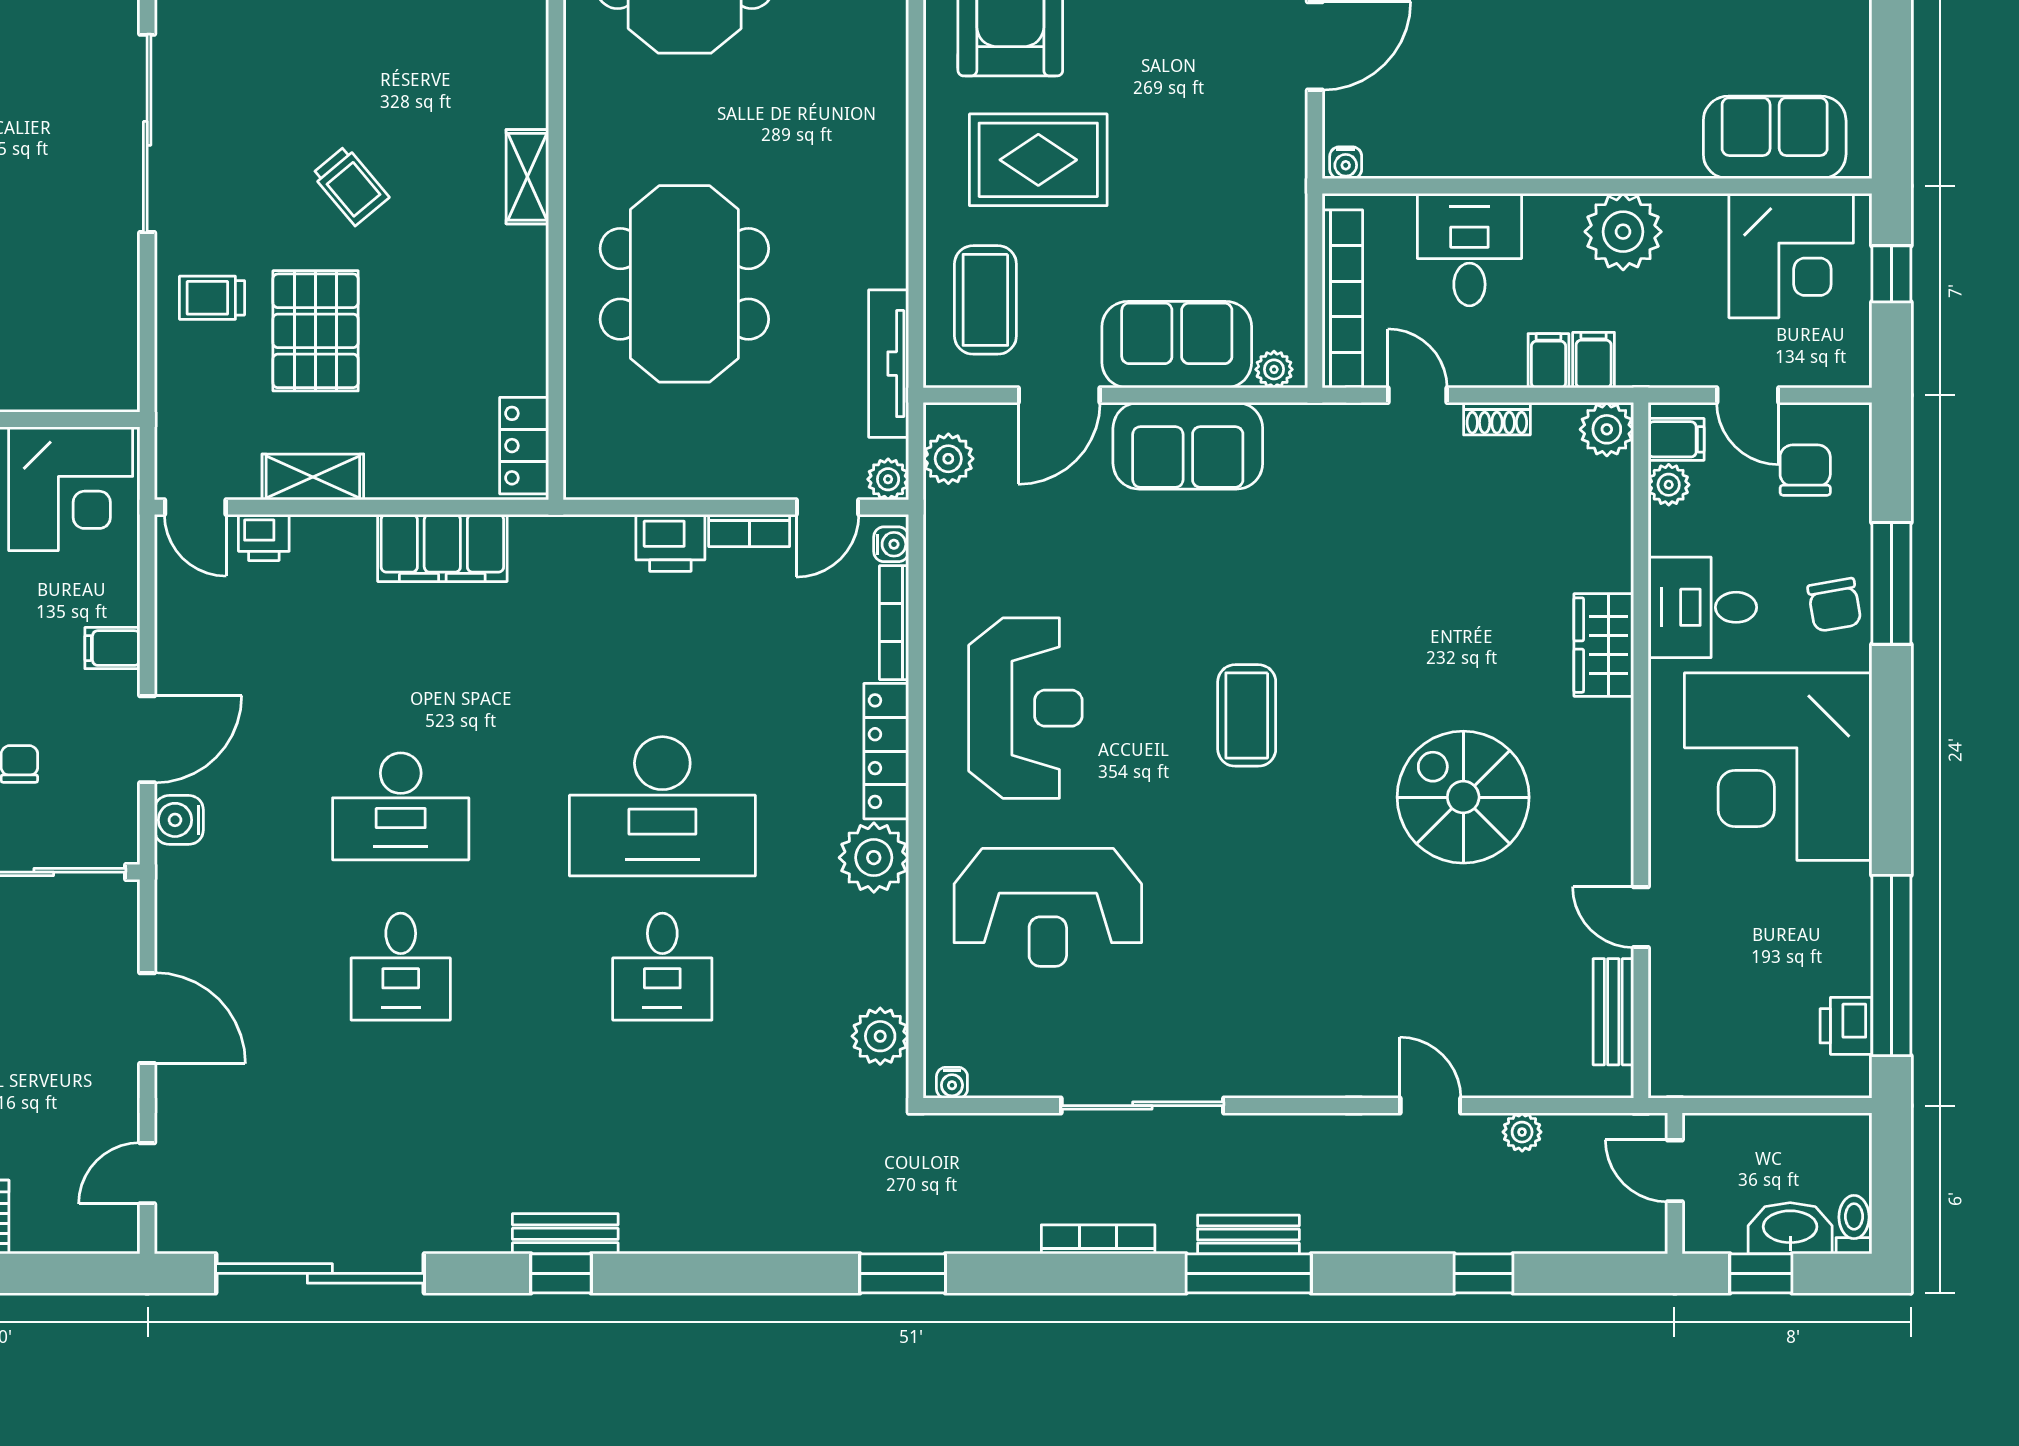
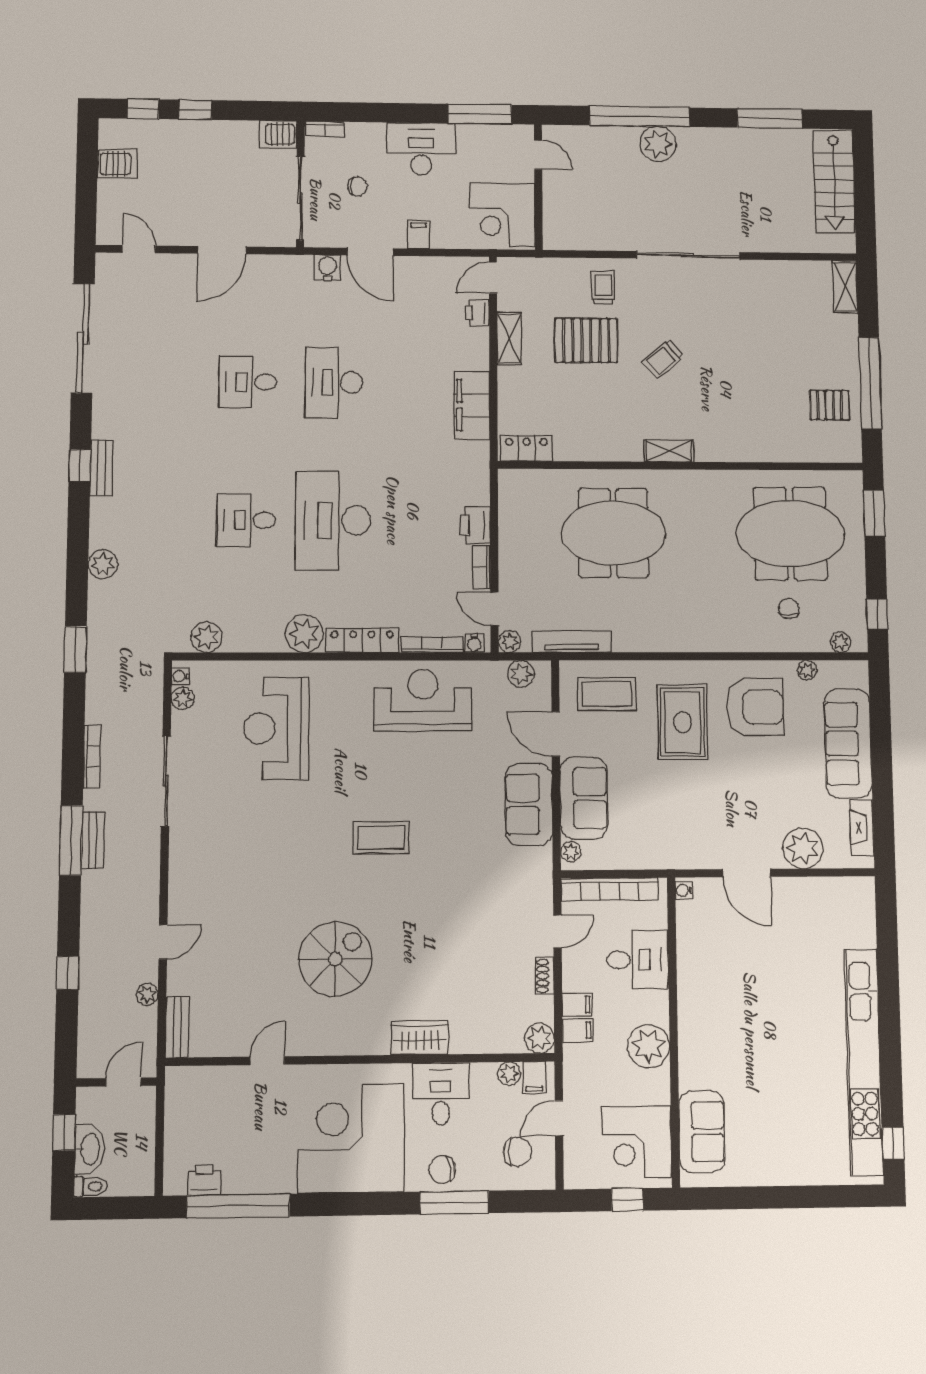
reception desk: (1025, 708) -> (423, 700), moved, turned 180
bench: (1613, 1012) -> (177, 1027), moved, turned 90
plant: (992, 1077) -> (183, 698), added
plant: (746, 1227) -> (103, 564), added

